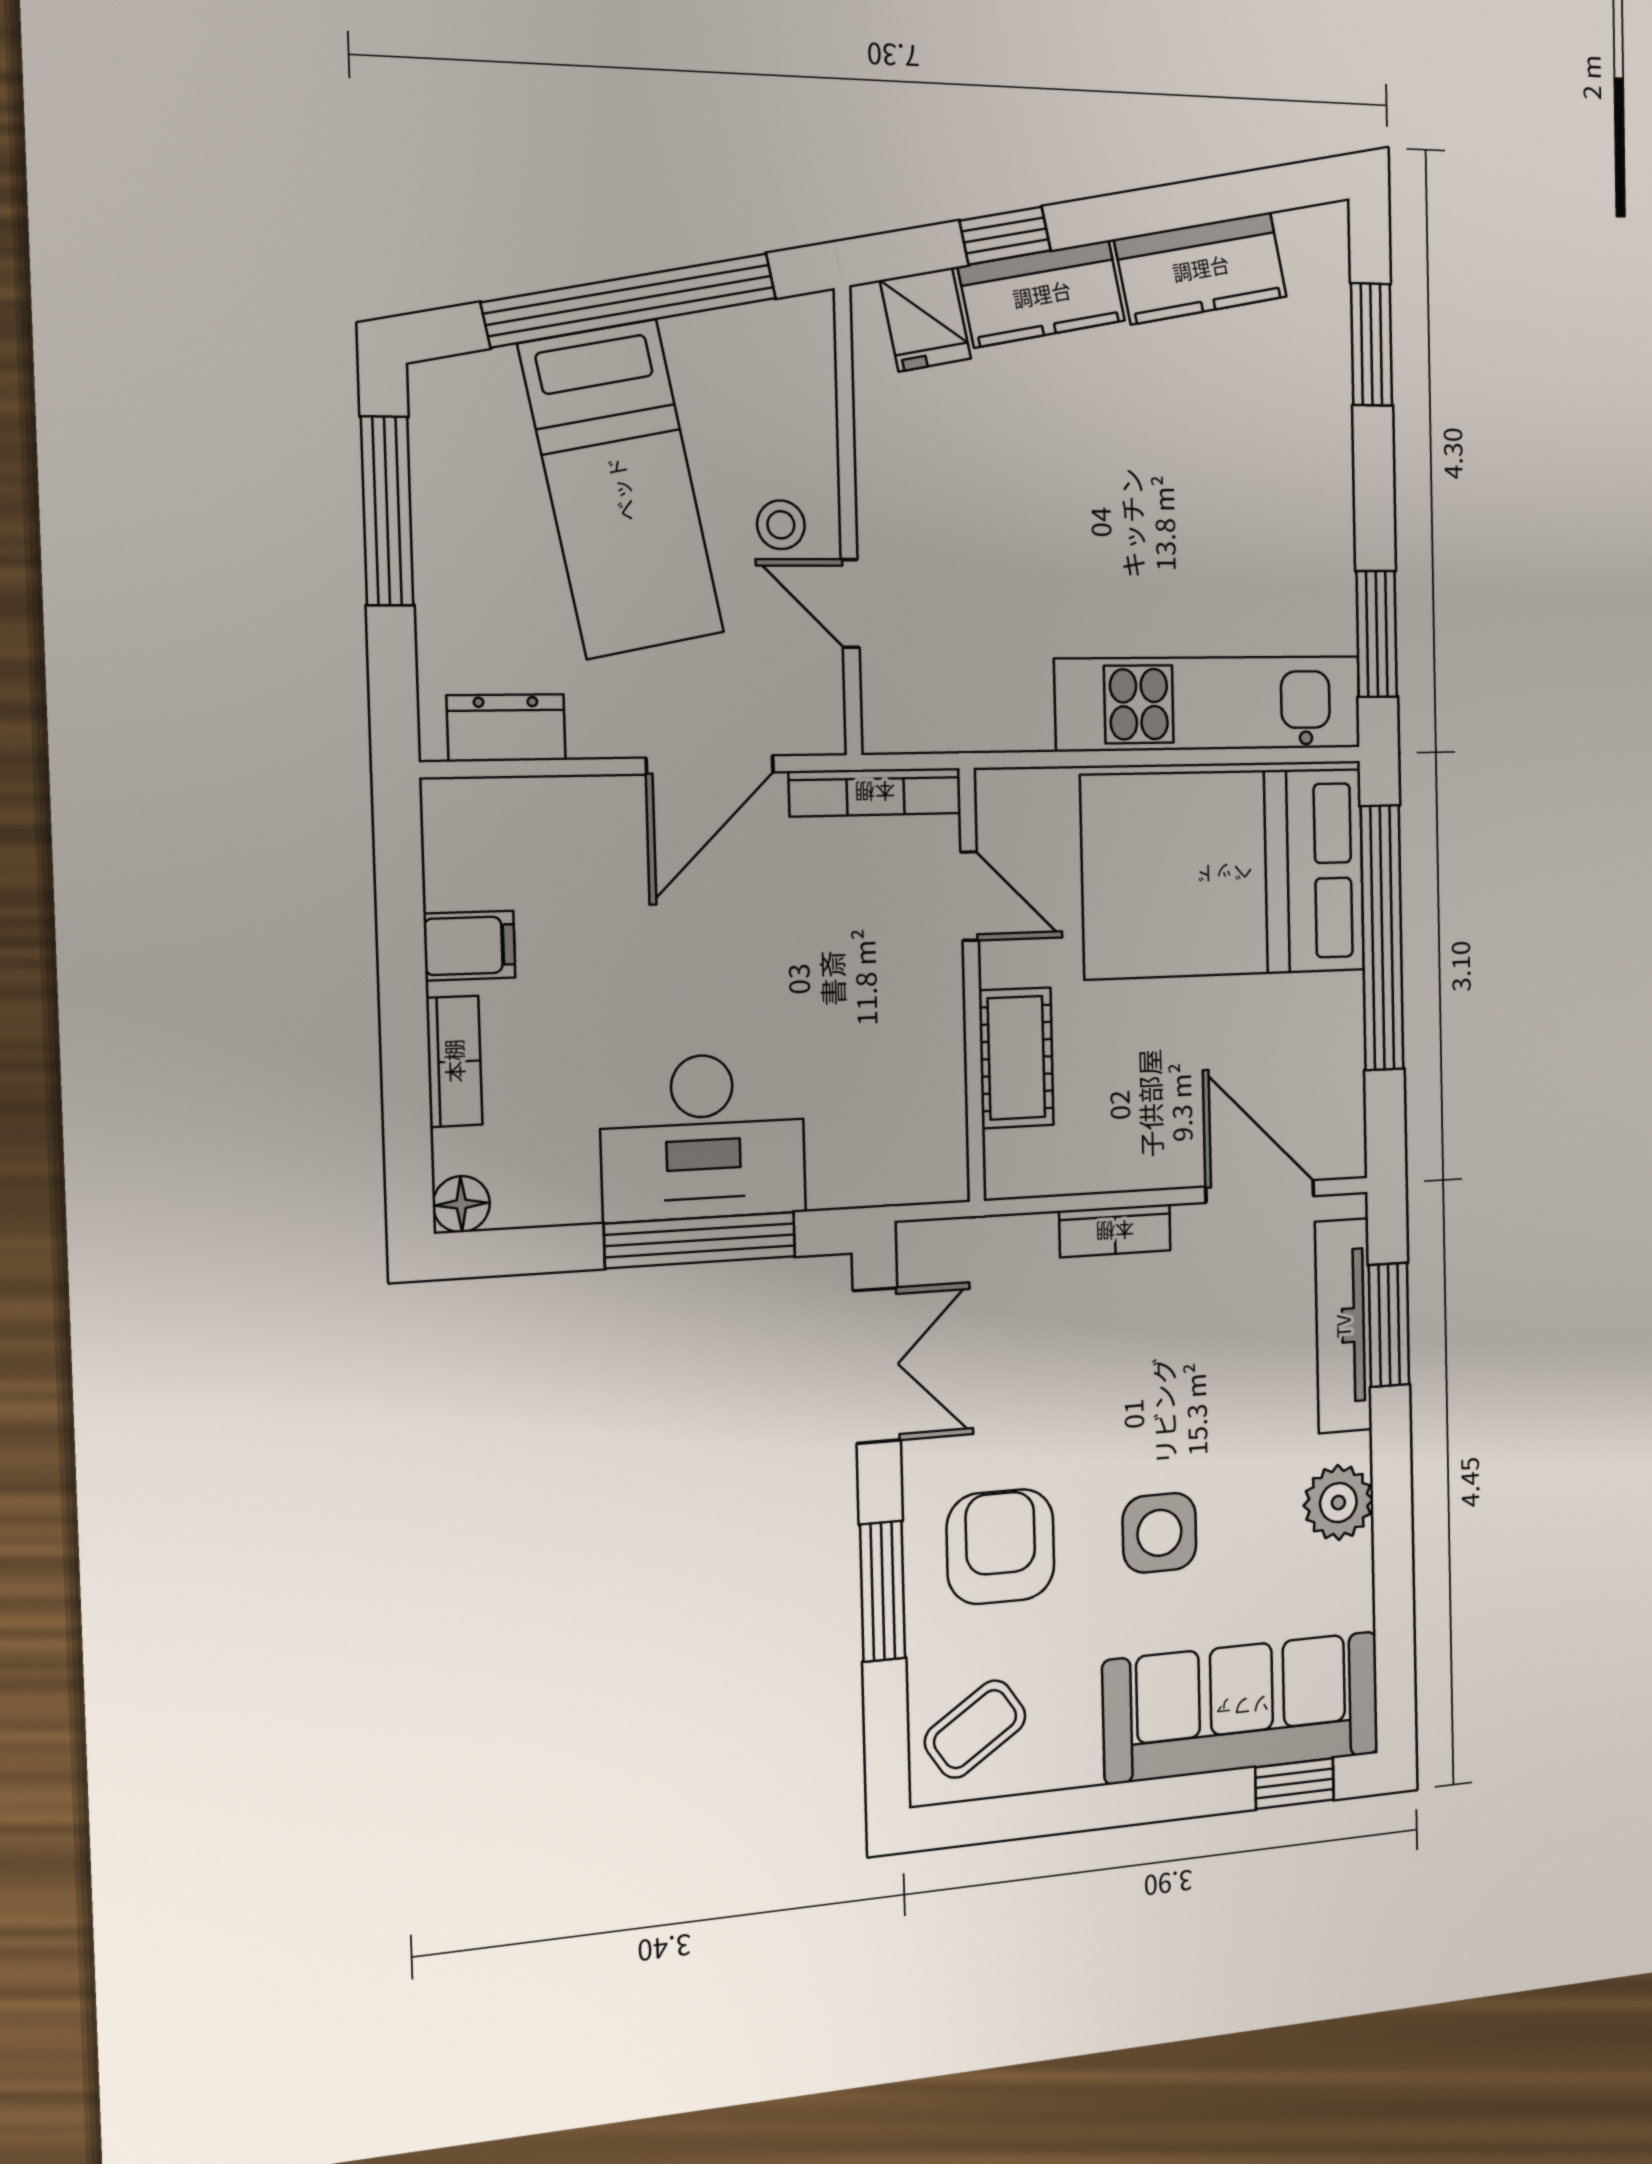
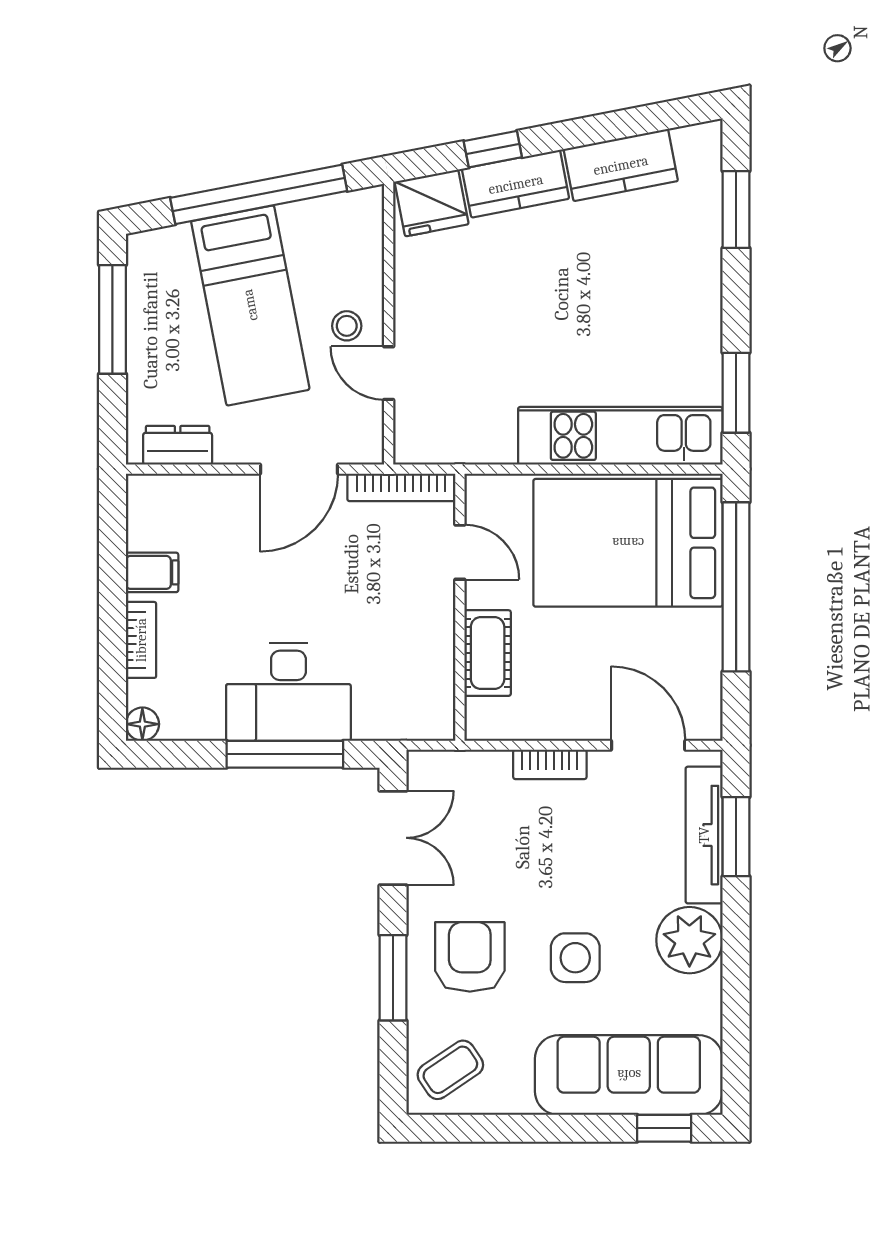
fridge: (925, 320) -> (432, 203), width x1.38
plant: (1338, 1503) -> (689, 940), width x1.36, depth x1.36

